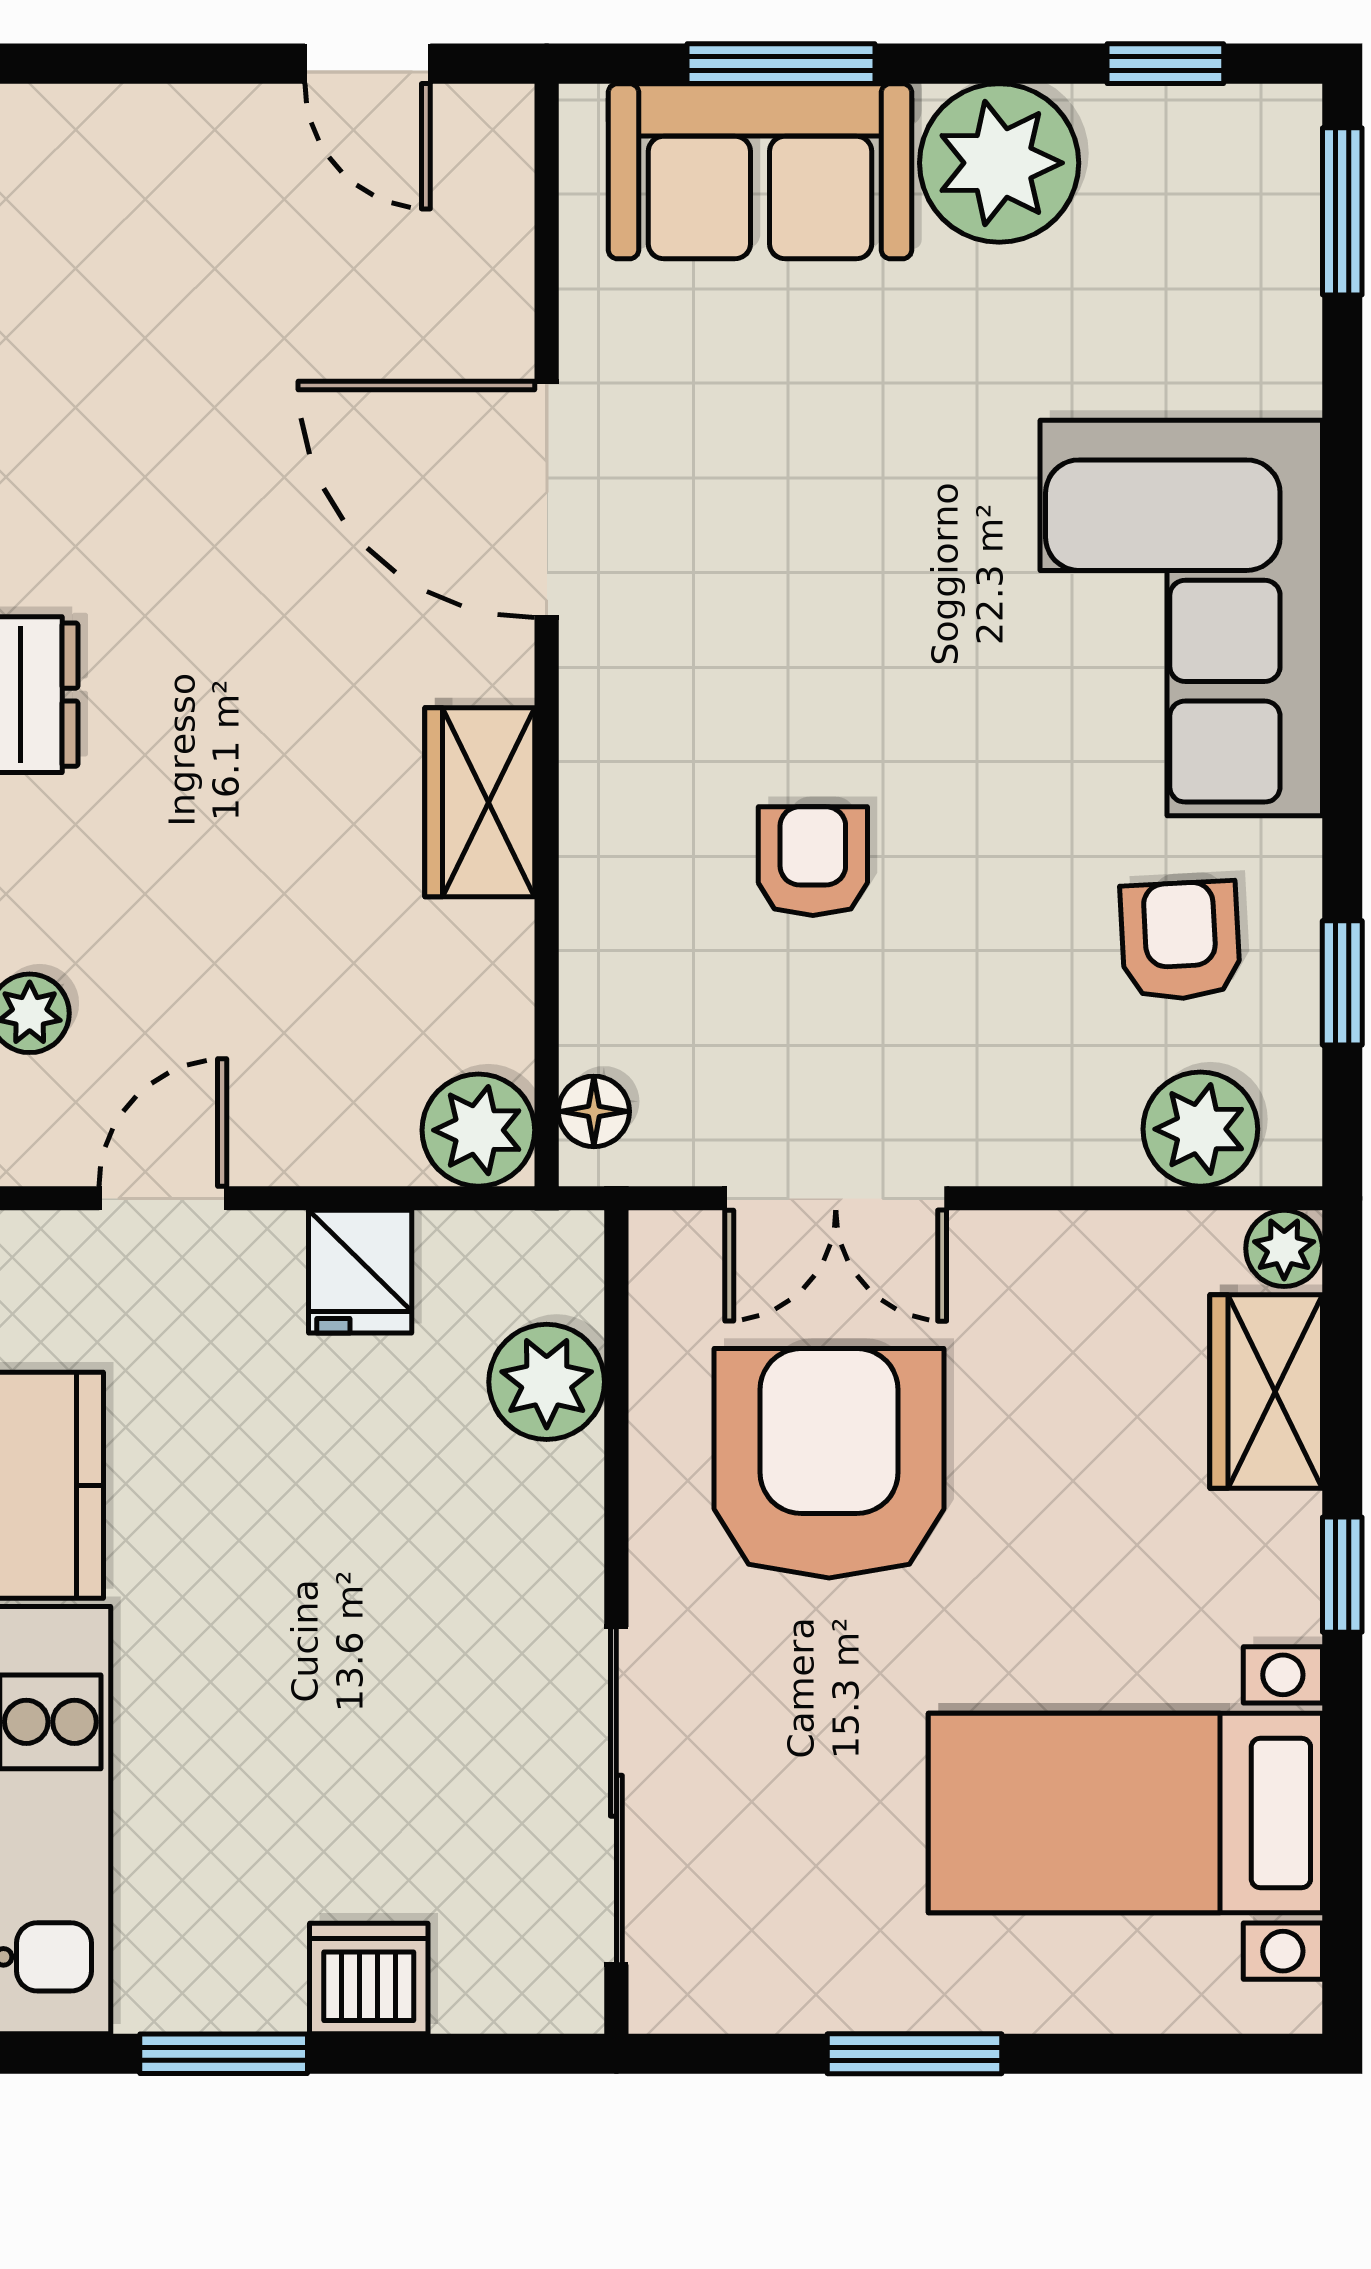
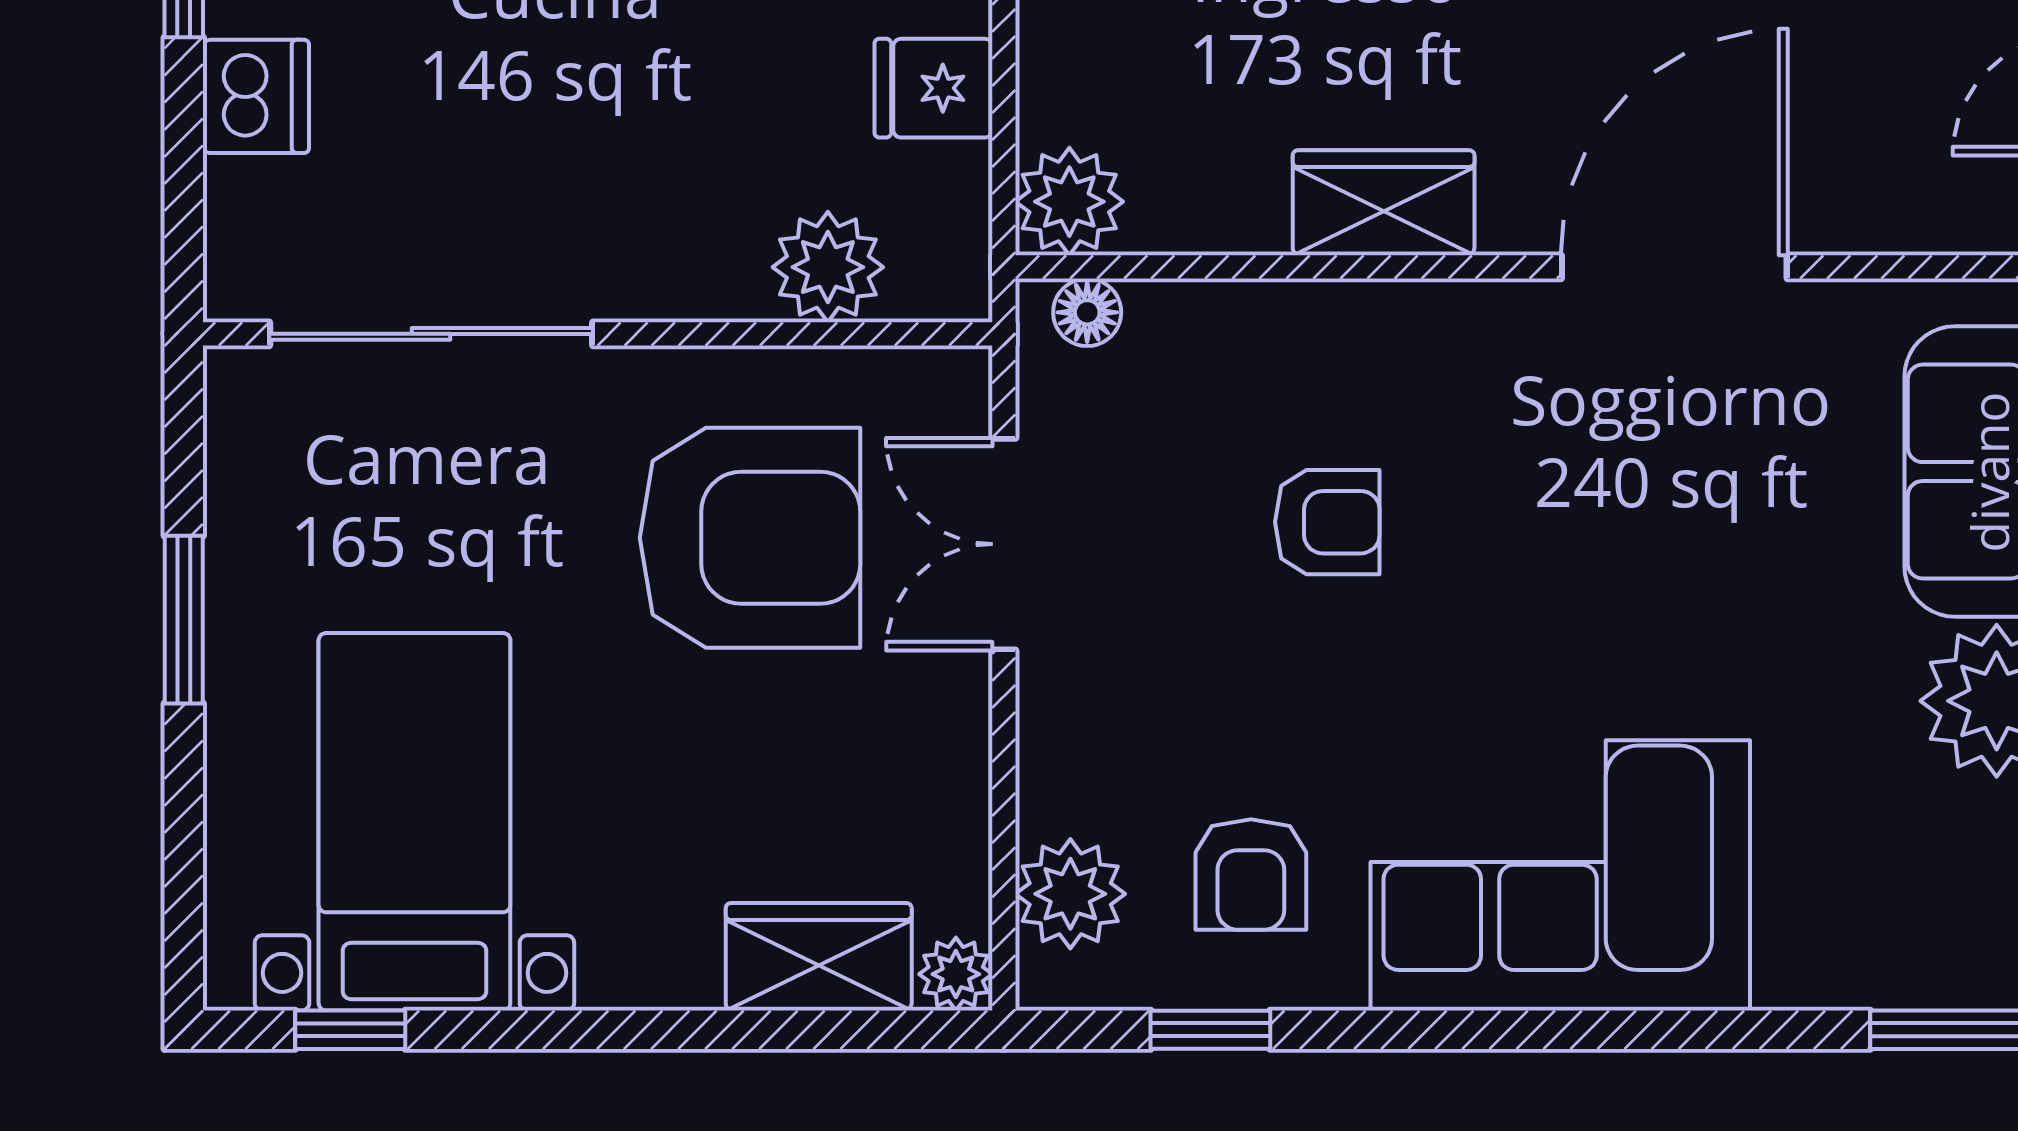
armchair: (1180, 941) -> (1251, 874), turned 93
window: (1342, 1575) -> (350, 1030), moved

